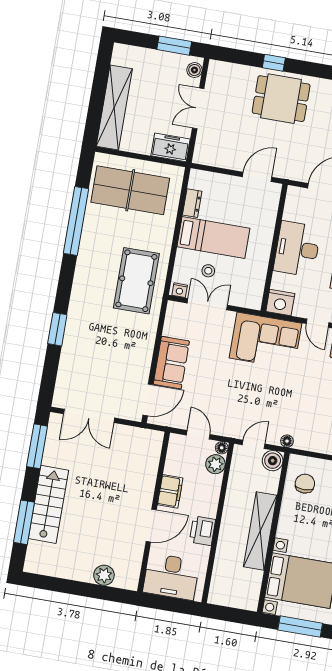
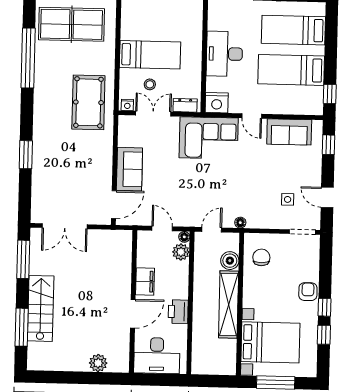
dresser: (192, 203) -> (185, 105), moved, turned -90
boiler: (273, 461) -> (230, 261), moved

